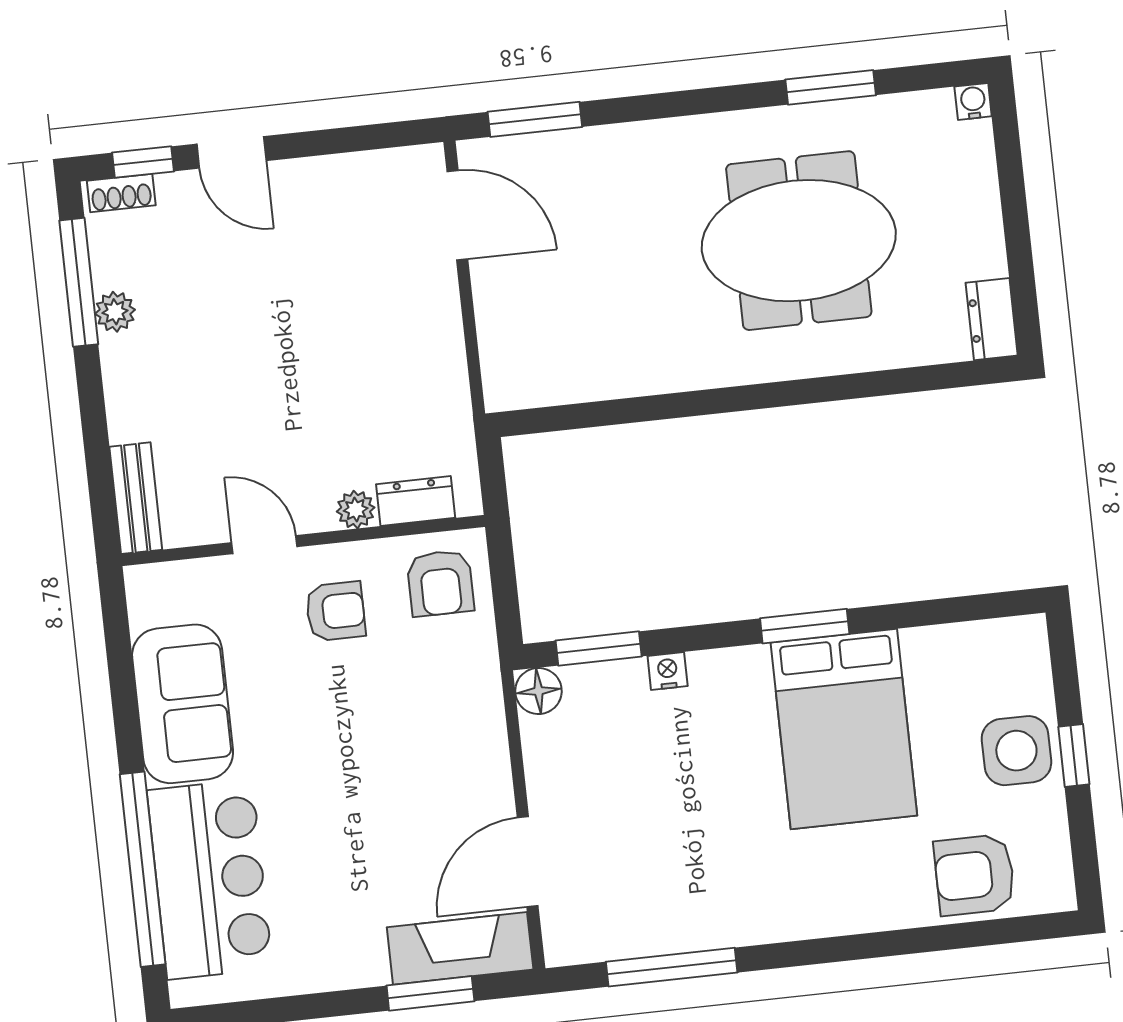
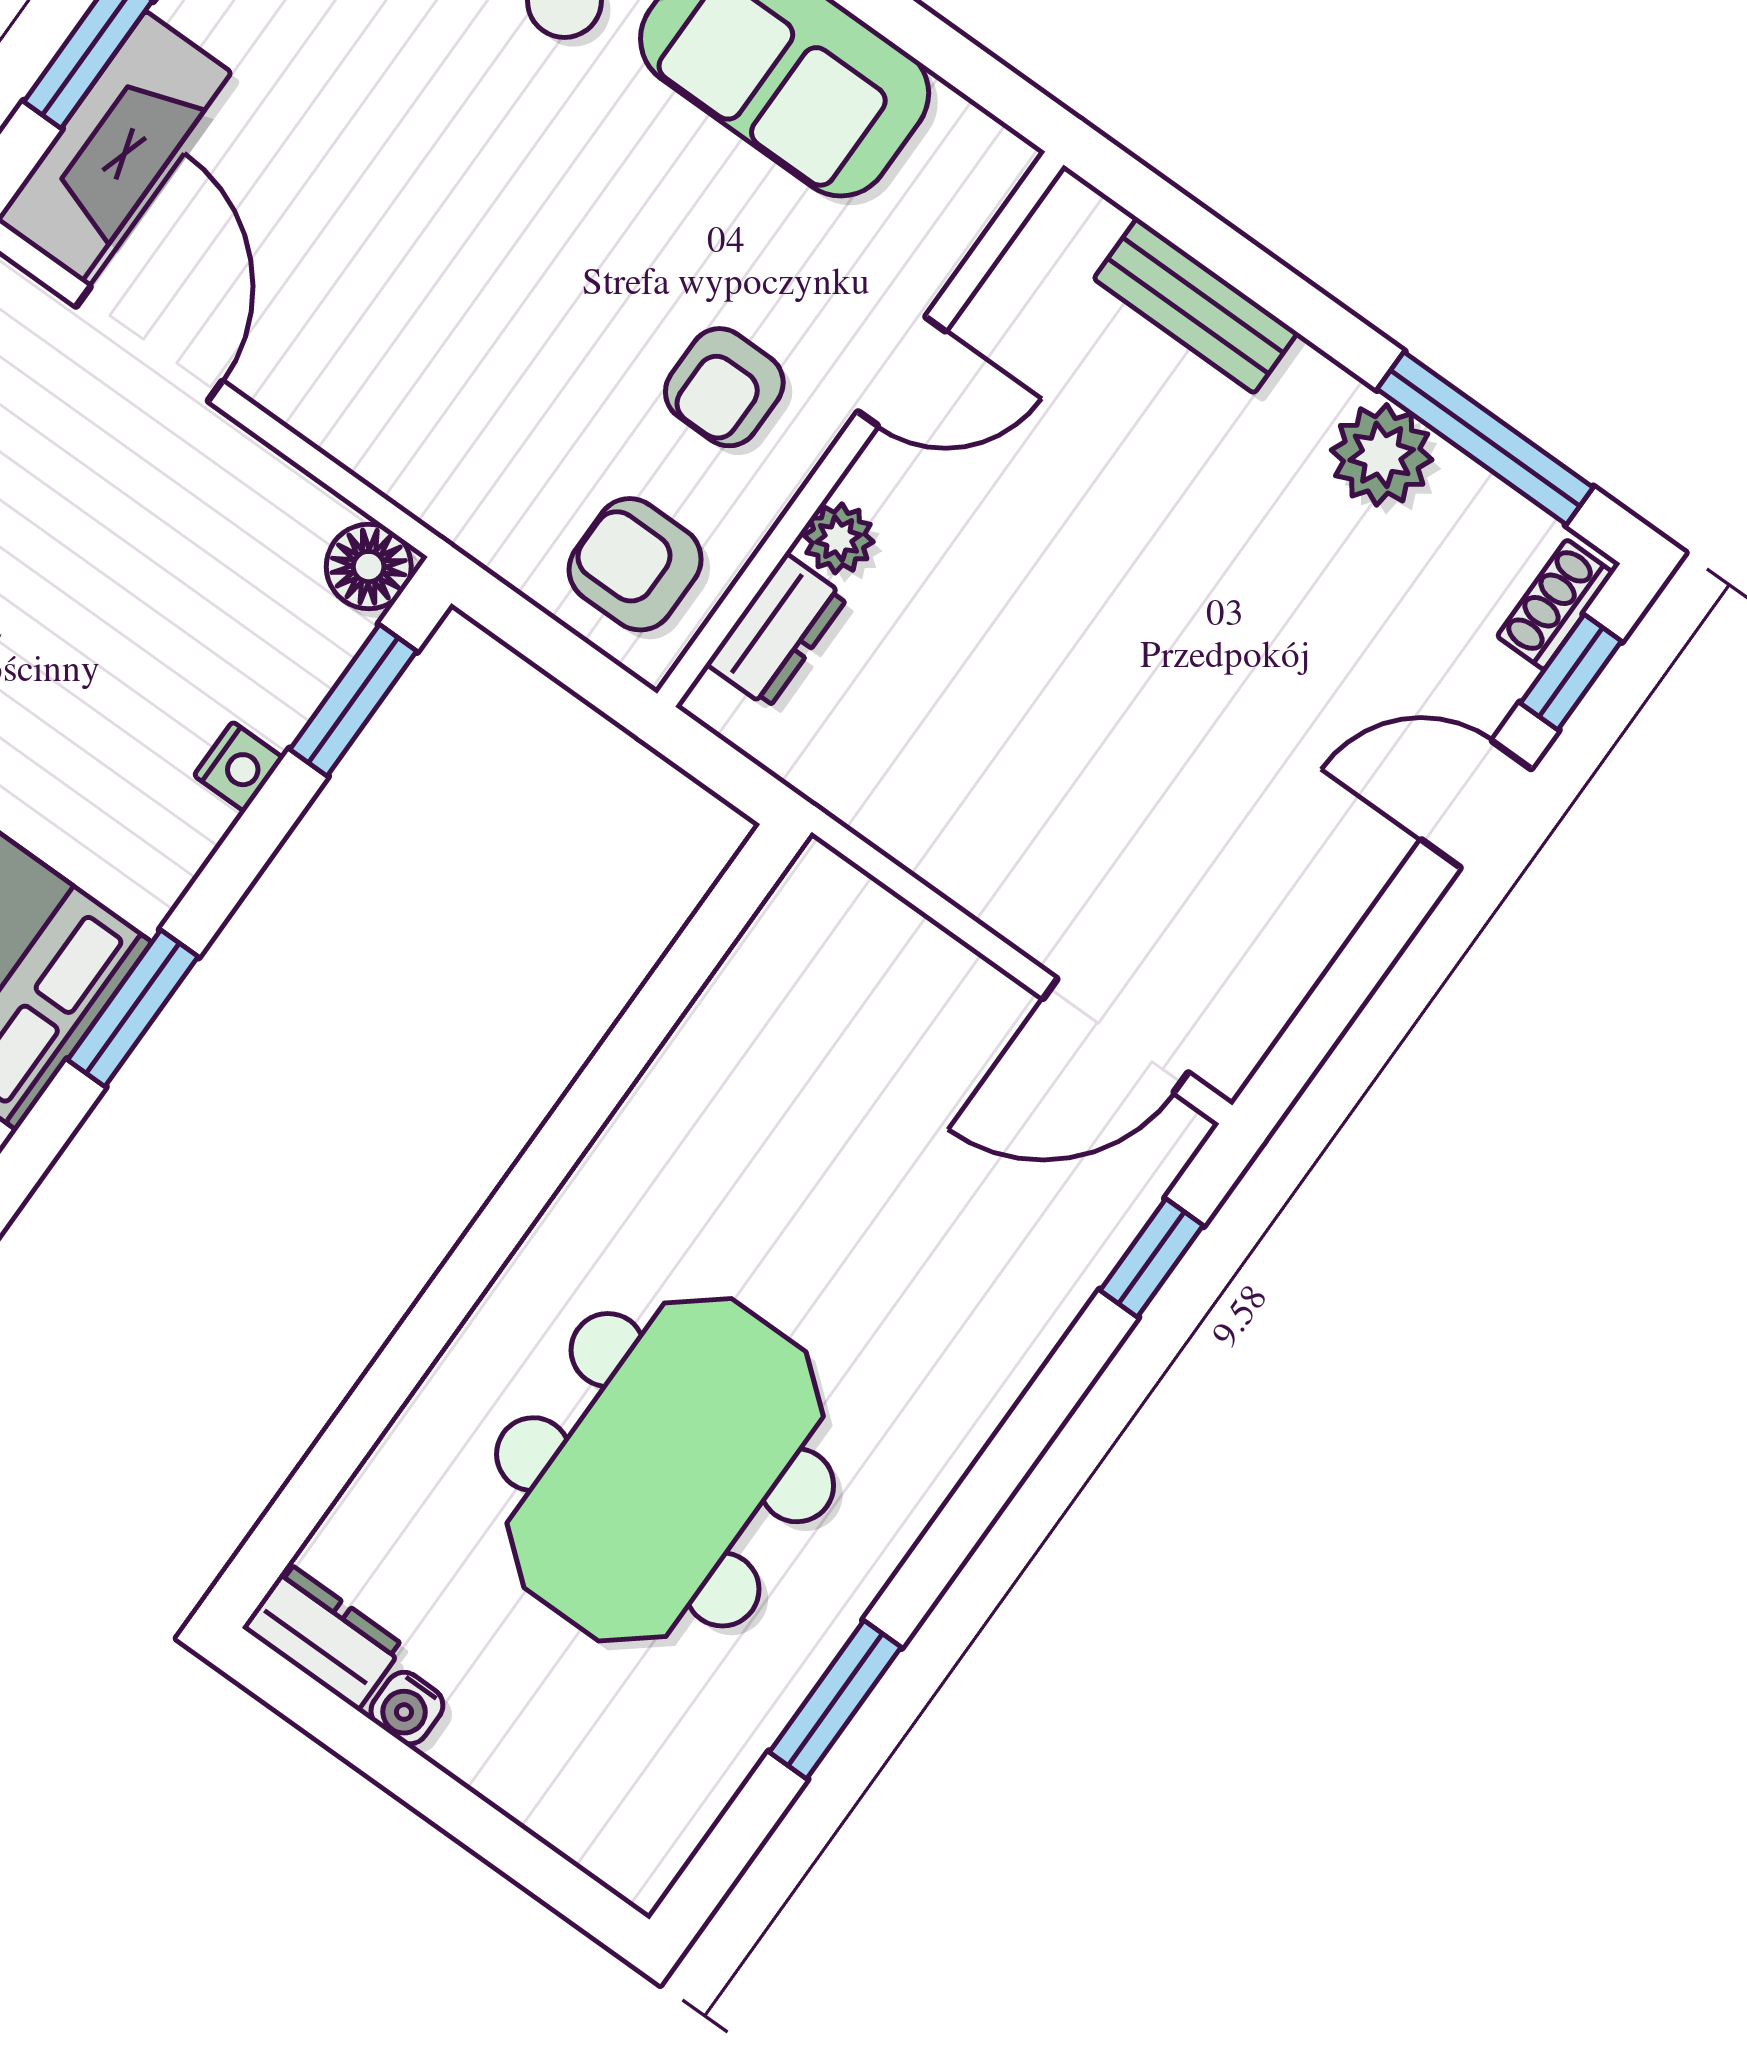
water cooler: (973, 101) -> (407, 1708), moved, turned 90
window: (535, 119) -> (1152, 1258), width x0.67
plant: (115, 312) -> (1382, 455), width x1.38, depth x1.38
bench: (136, 498) -> (1196, 306), moved

